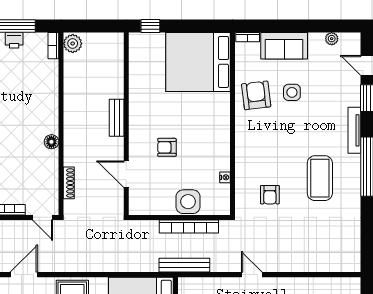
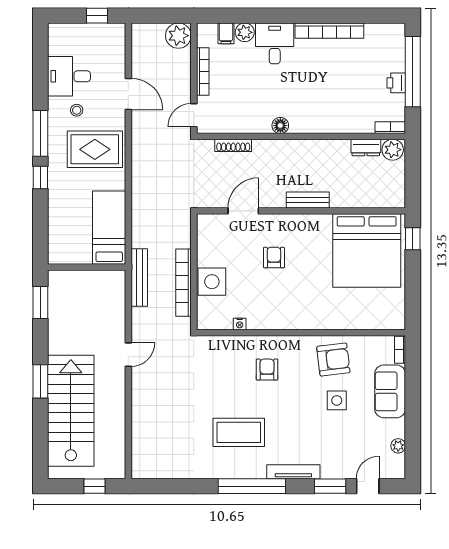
bed: (198, 62) -> (367, 250), moved, turned 180
dresser: (71, 67) -> (366, 147), added
armchair: (270, 195) -> (267, 369), moved, turned 90

